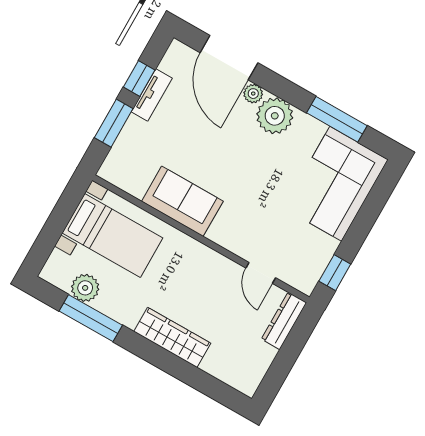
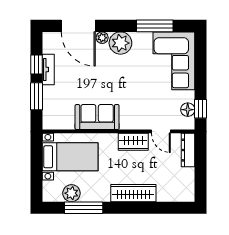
floor lamp: (316, 264) -> (188, 110), added
wardrobe: (213, 265) -> (133, 142), added

